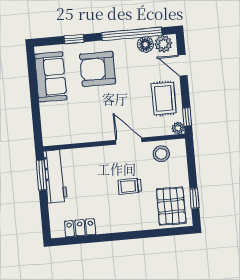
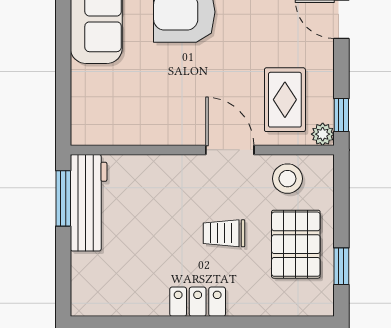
rug: (164, 98) -> (285, 100), moved
pallet: (171, 206) -> (296, 244), moved
locker: (80, 228) -> (198, 302), moved

